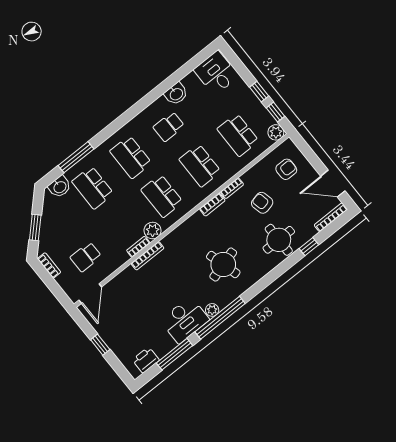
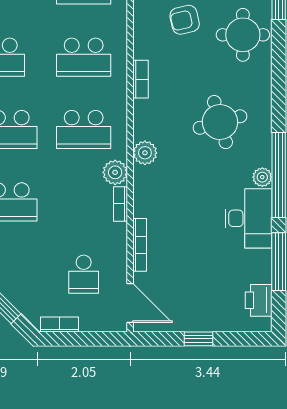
bookcase: (232, 188) -> (140, 41), removed
plant: (175, 238) -> (145, 153), added
bookcase: (148, 256) -> (140, 245), moved

